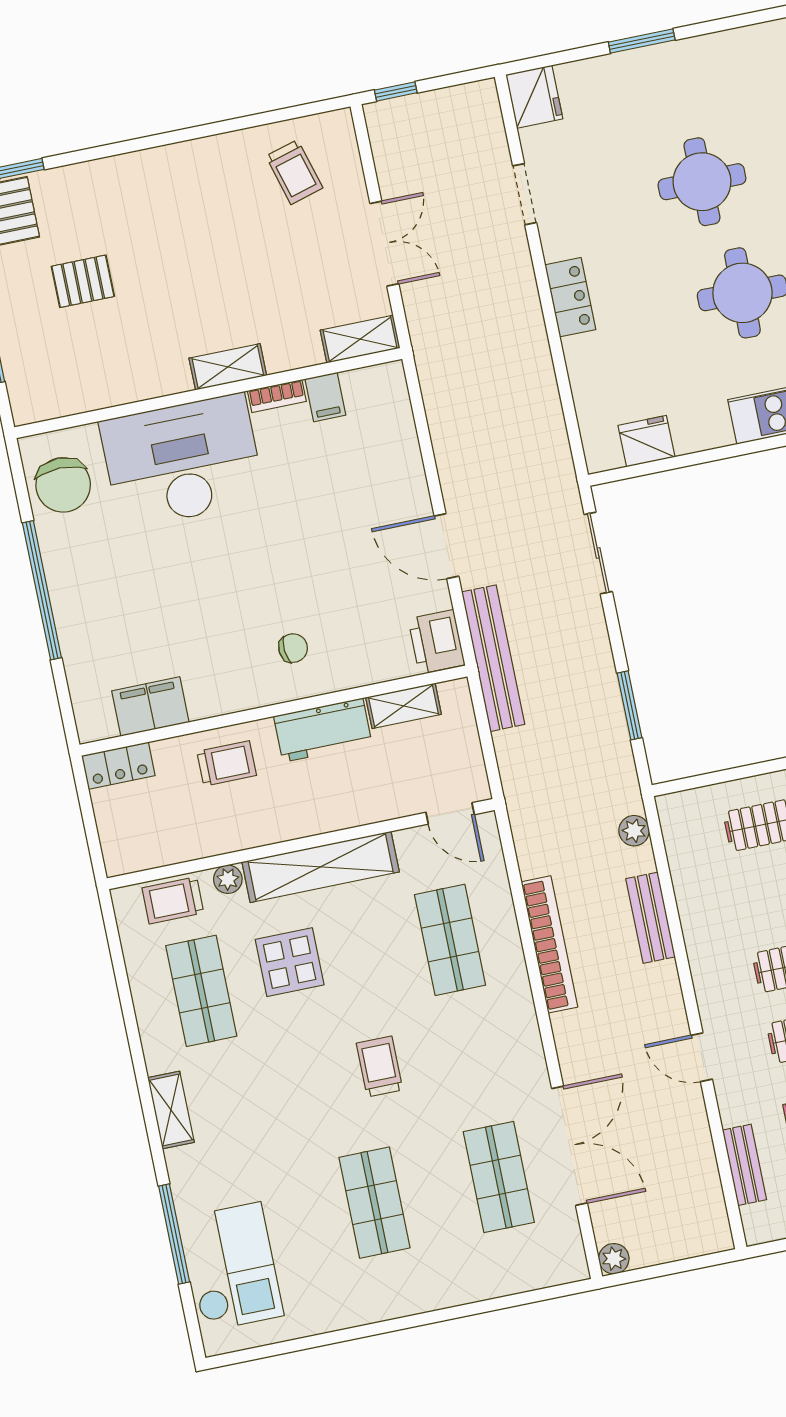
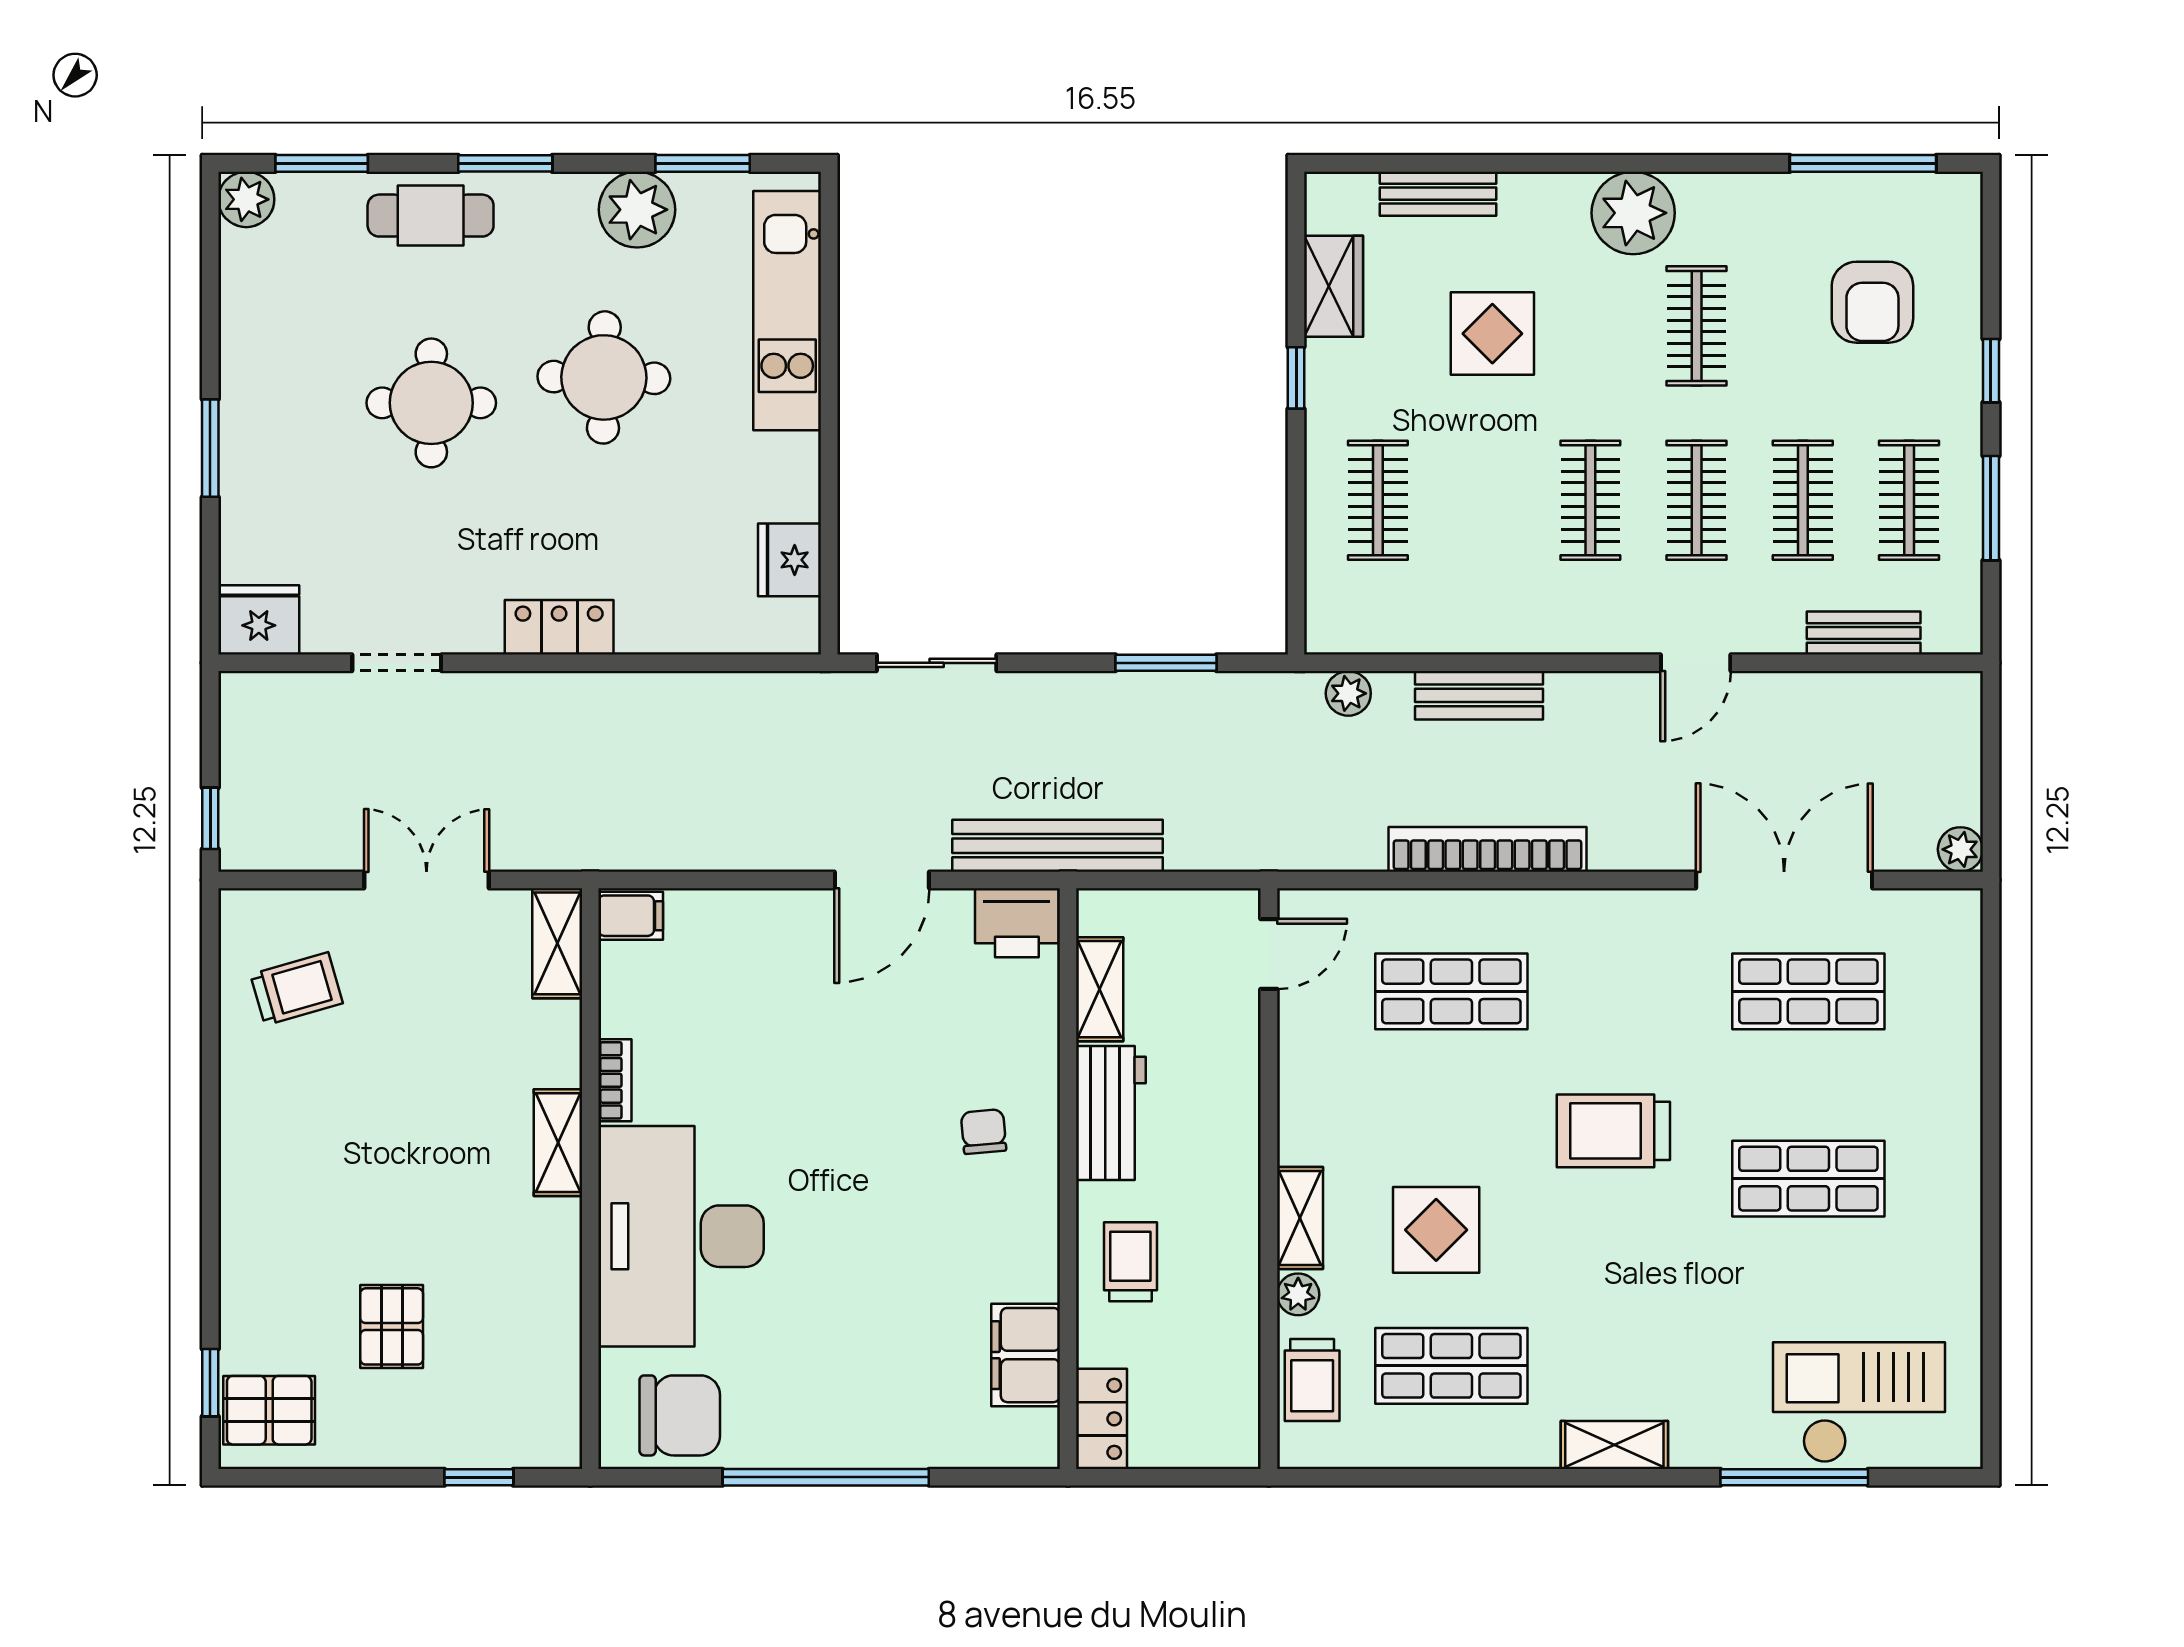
filing cabinet: (325, 397) -> (631, 916), moved
shelving: (321, 867) -> (1300, 1218), width x0.45, depth x0.75
trolley: (380, 1067) -> (1613, 1131), width x1.36, depth x1.39

